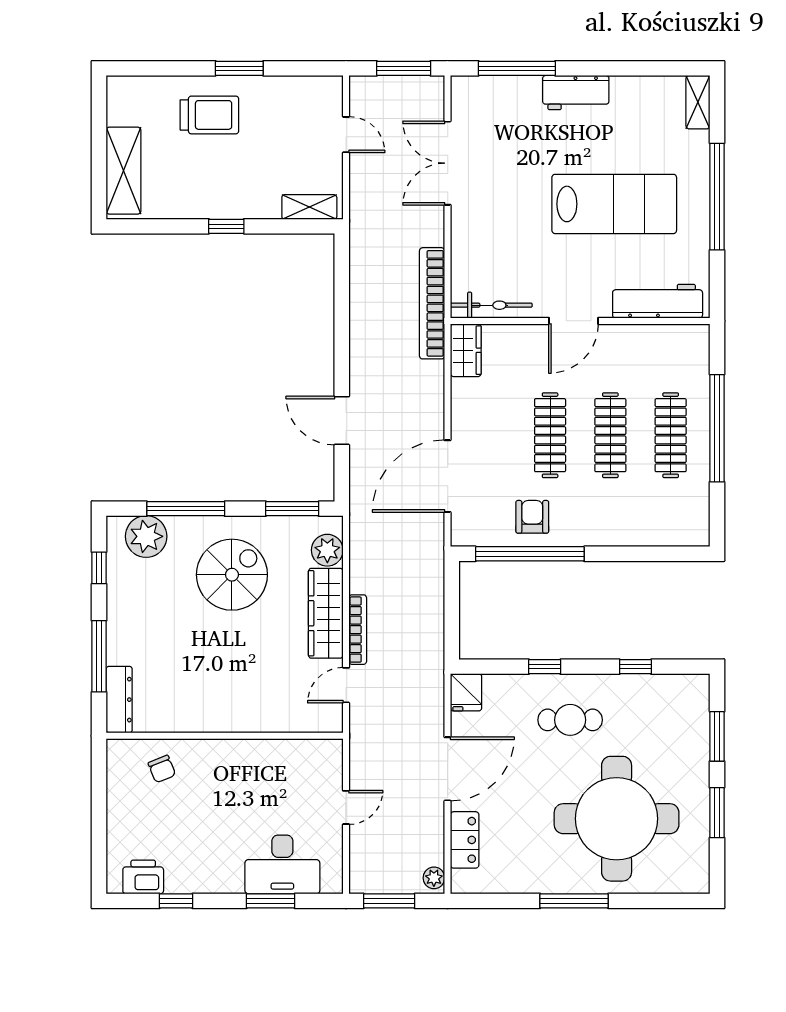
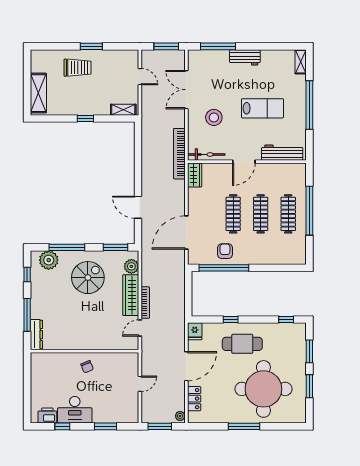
lab bench: (614, 204) -> (262, 108), width x0.73, depth x0.72
stool: (508, 224) -> (214, 117), added
window: (635, 667) -> (286, 320), moved
cafe table: (570, 720) -> (242, 344), width x1.37, depth x1.35
chair: (162, 769) -> (87, 367), moved
desk: (282, 864) -> (75, 410), moved

